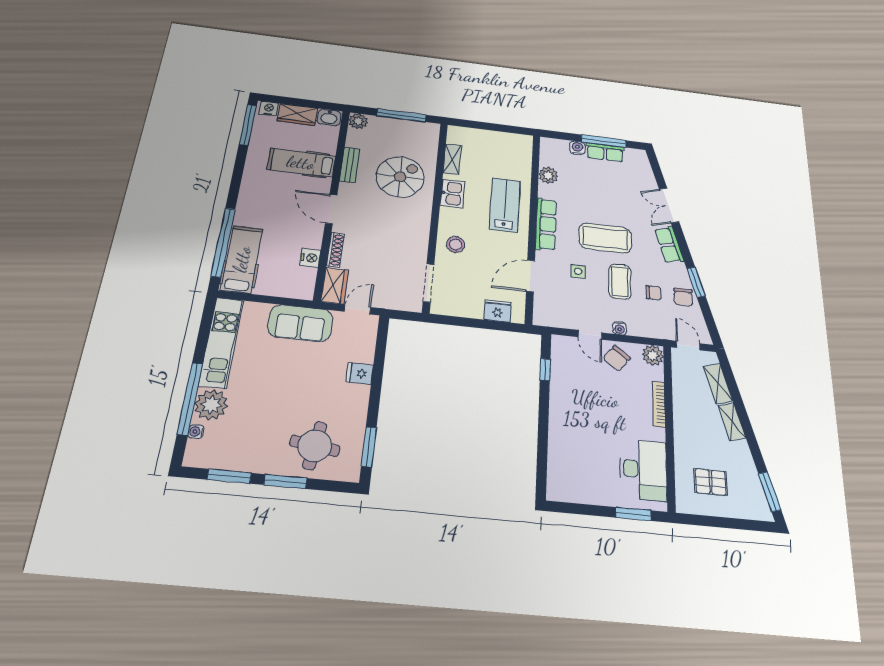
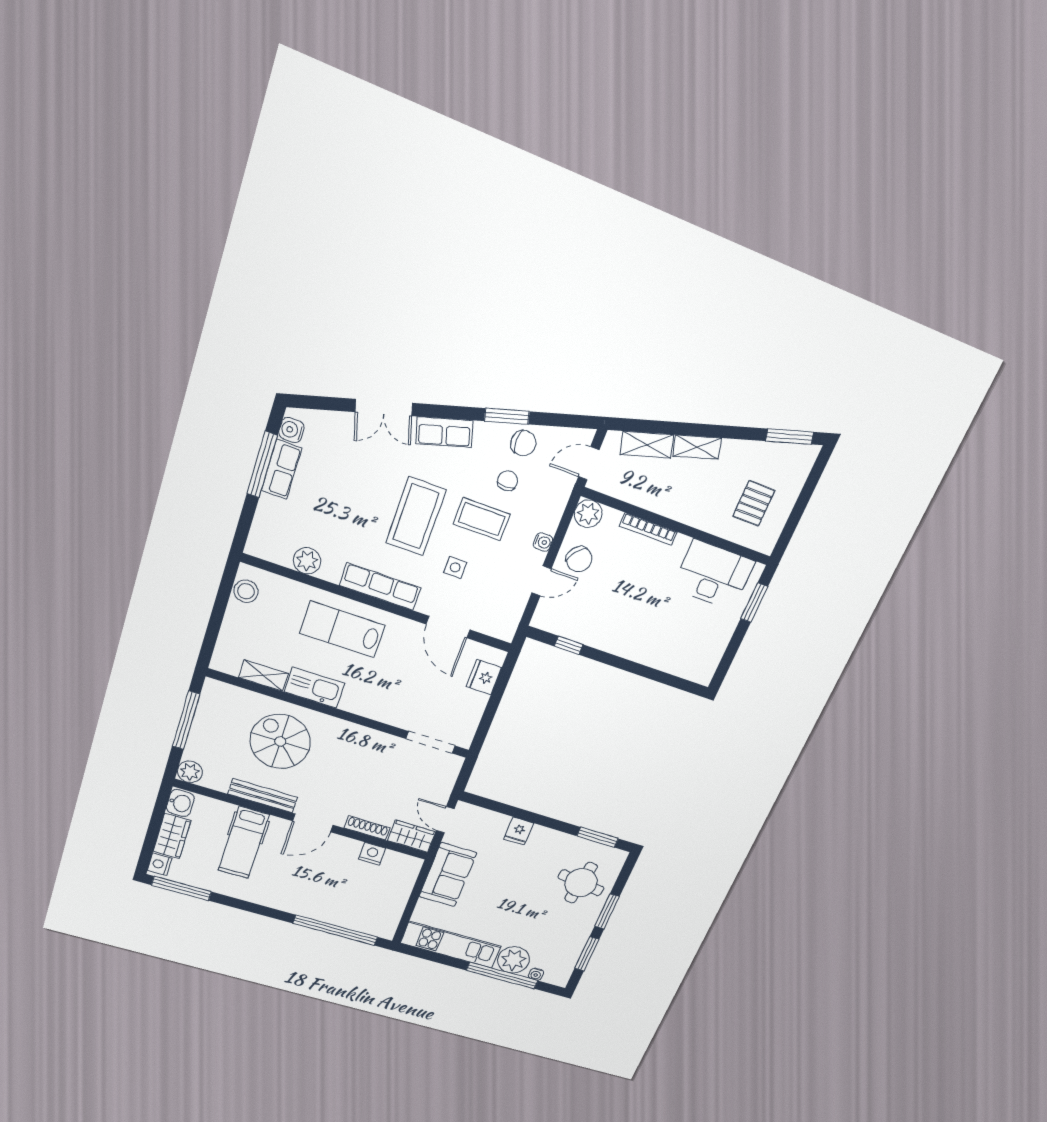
water cooler: (577, 148) -> (291, 430), moved
bench: (350, 165) -> (263, 796), width x1.36
kitchen sink: (452, 193) -> (315, 688), width x1.38
stool: (456, 245) -> (246, 591), moved
hospital bed: (242, 259) -> (360, 916), removed

